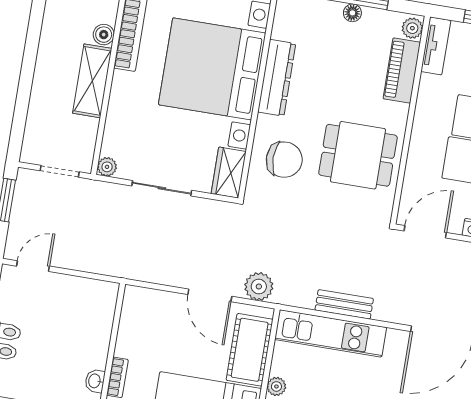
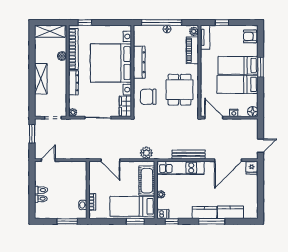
shelving: (92, 81) -> (41, 79), moved
dresser: (120, 100) -> (73, 83), added
dining table: (358, 155) -> (180, 90), turned 90
chair: (284, 160) -> (148, 97), turned 180
door: (425, 232) -> (214, 118), hinge flipped
door: (210, 295) -> (110, 160), moved
bench: (344, 304) -> (189, 154), width x1.36

